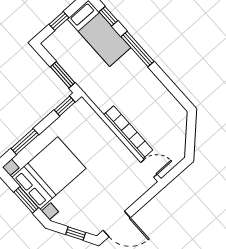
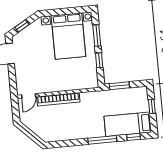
window: (65, 106) -> (99, 60), moved
window: (26, 200) -> (62, 12), removed

